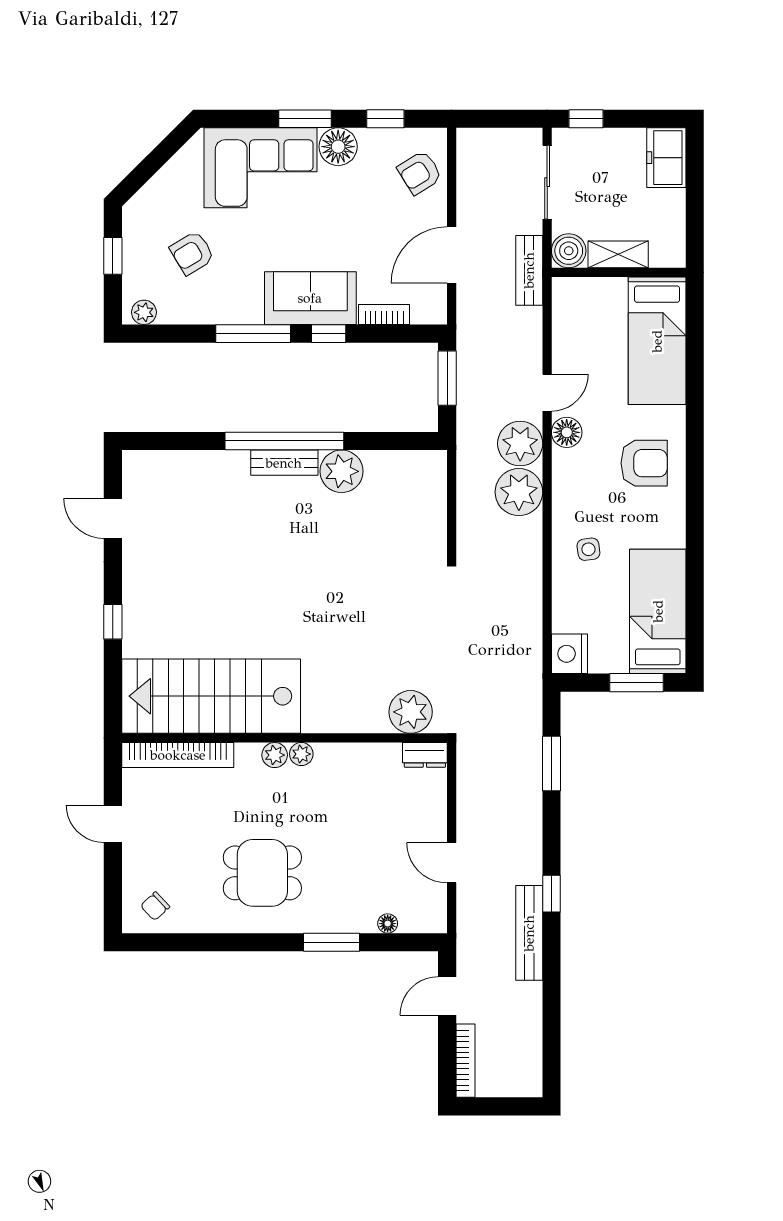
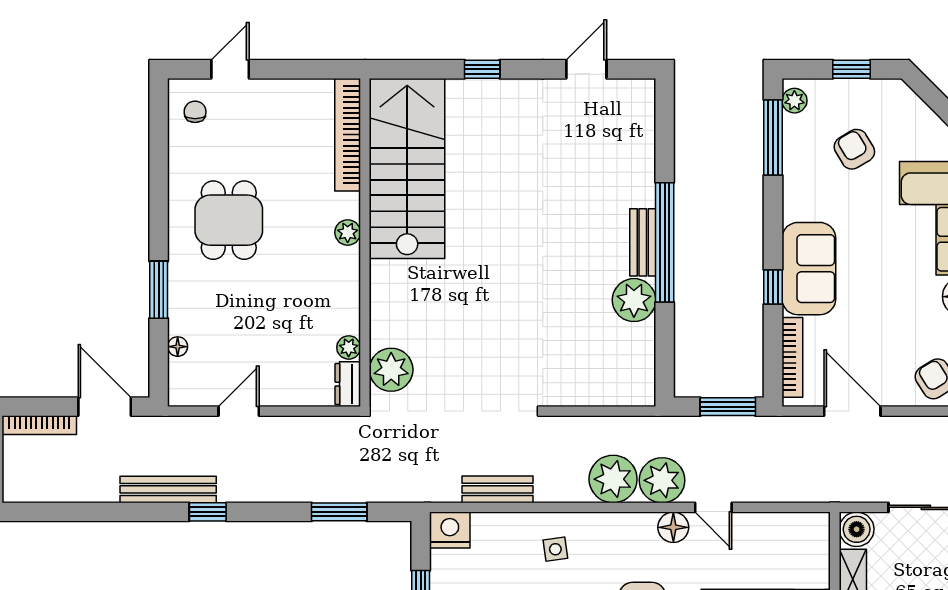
bench: (529, 270) -> (497, 489), moved
bookcase: (384, 314) -> (792, 357), width x1.56
window: (253, 334) -> (773, 138), moved
plant: (301, 754) -> (349, 347), moved
door: (113, 824) -> (230, 69), moved
chair: (155, 906) -> (195, 112), turned 43
door: (447, 996) -> (105, 407), width x1.38

